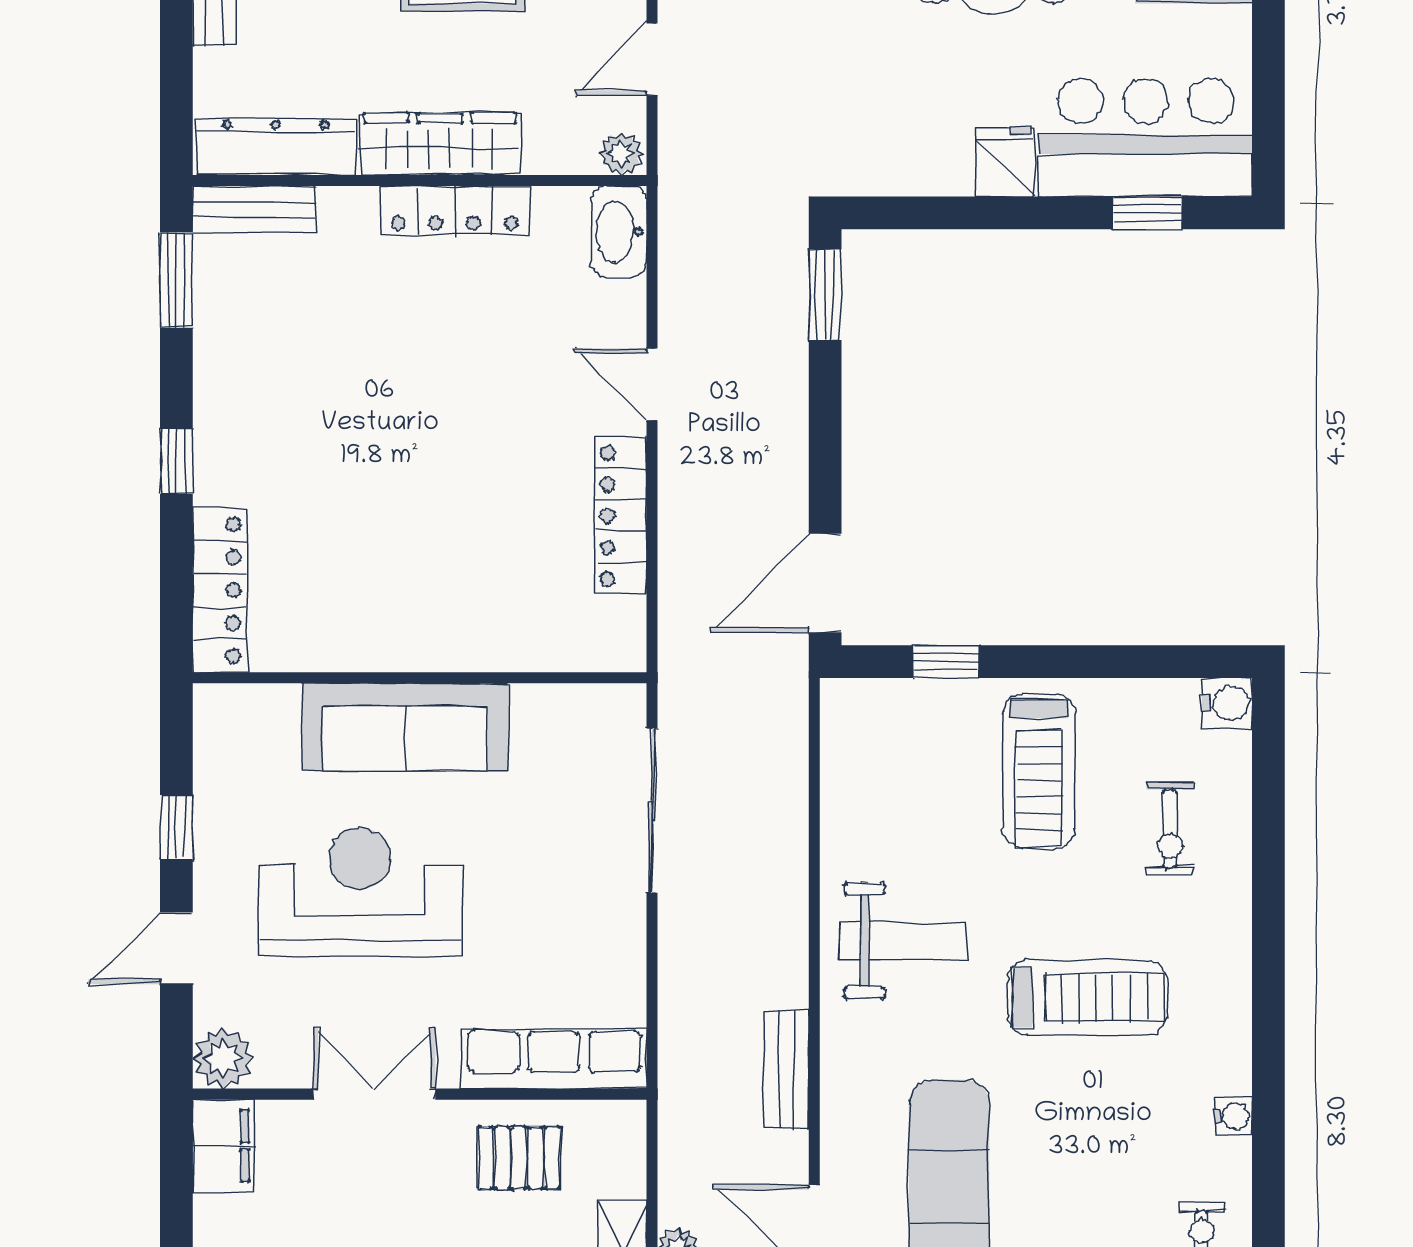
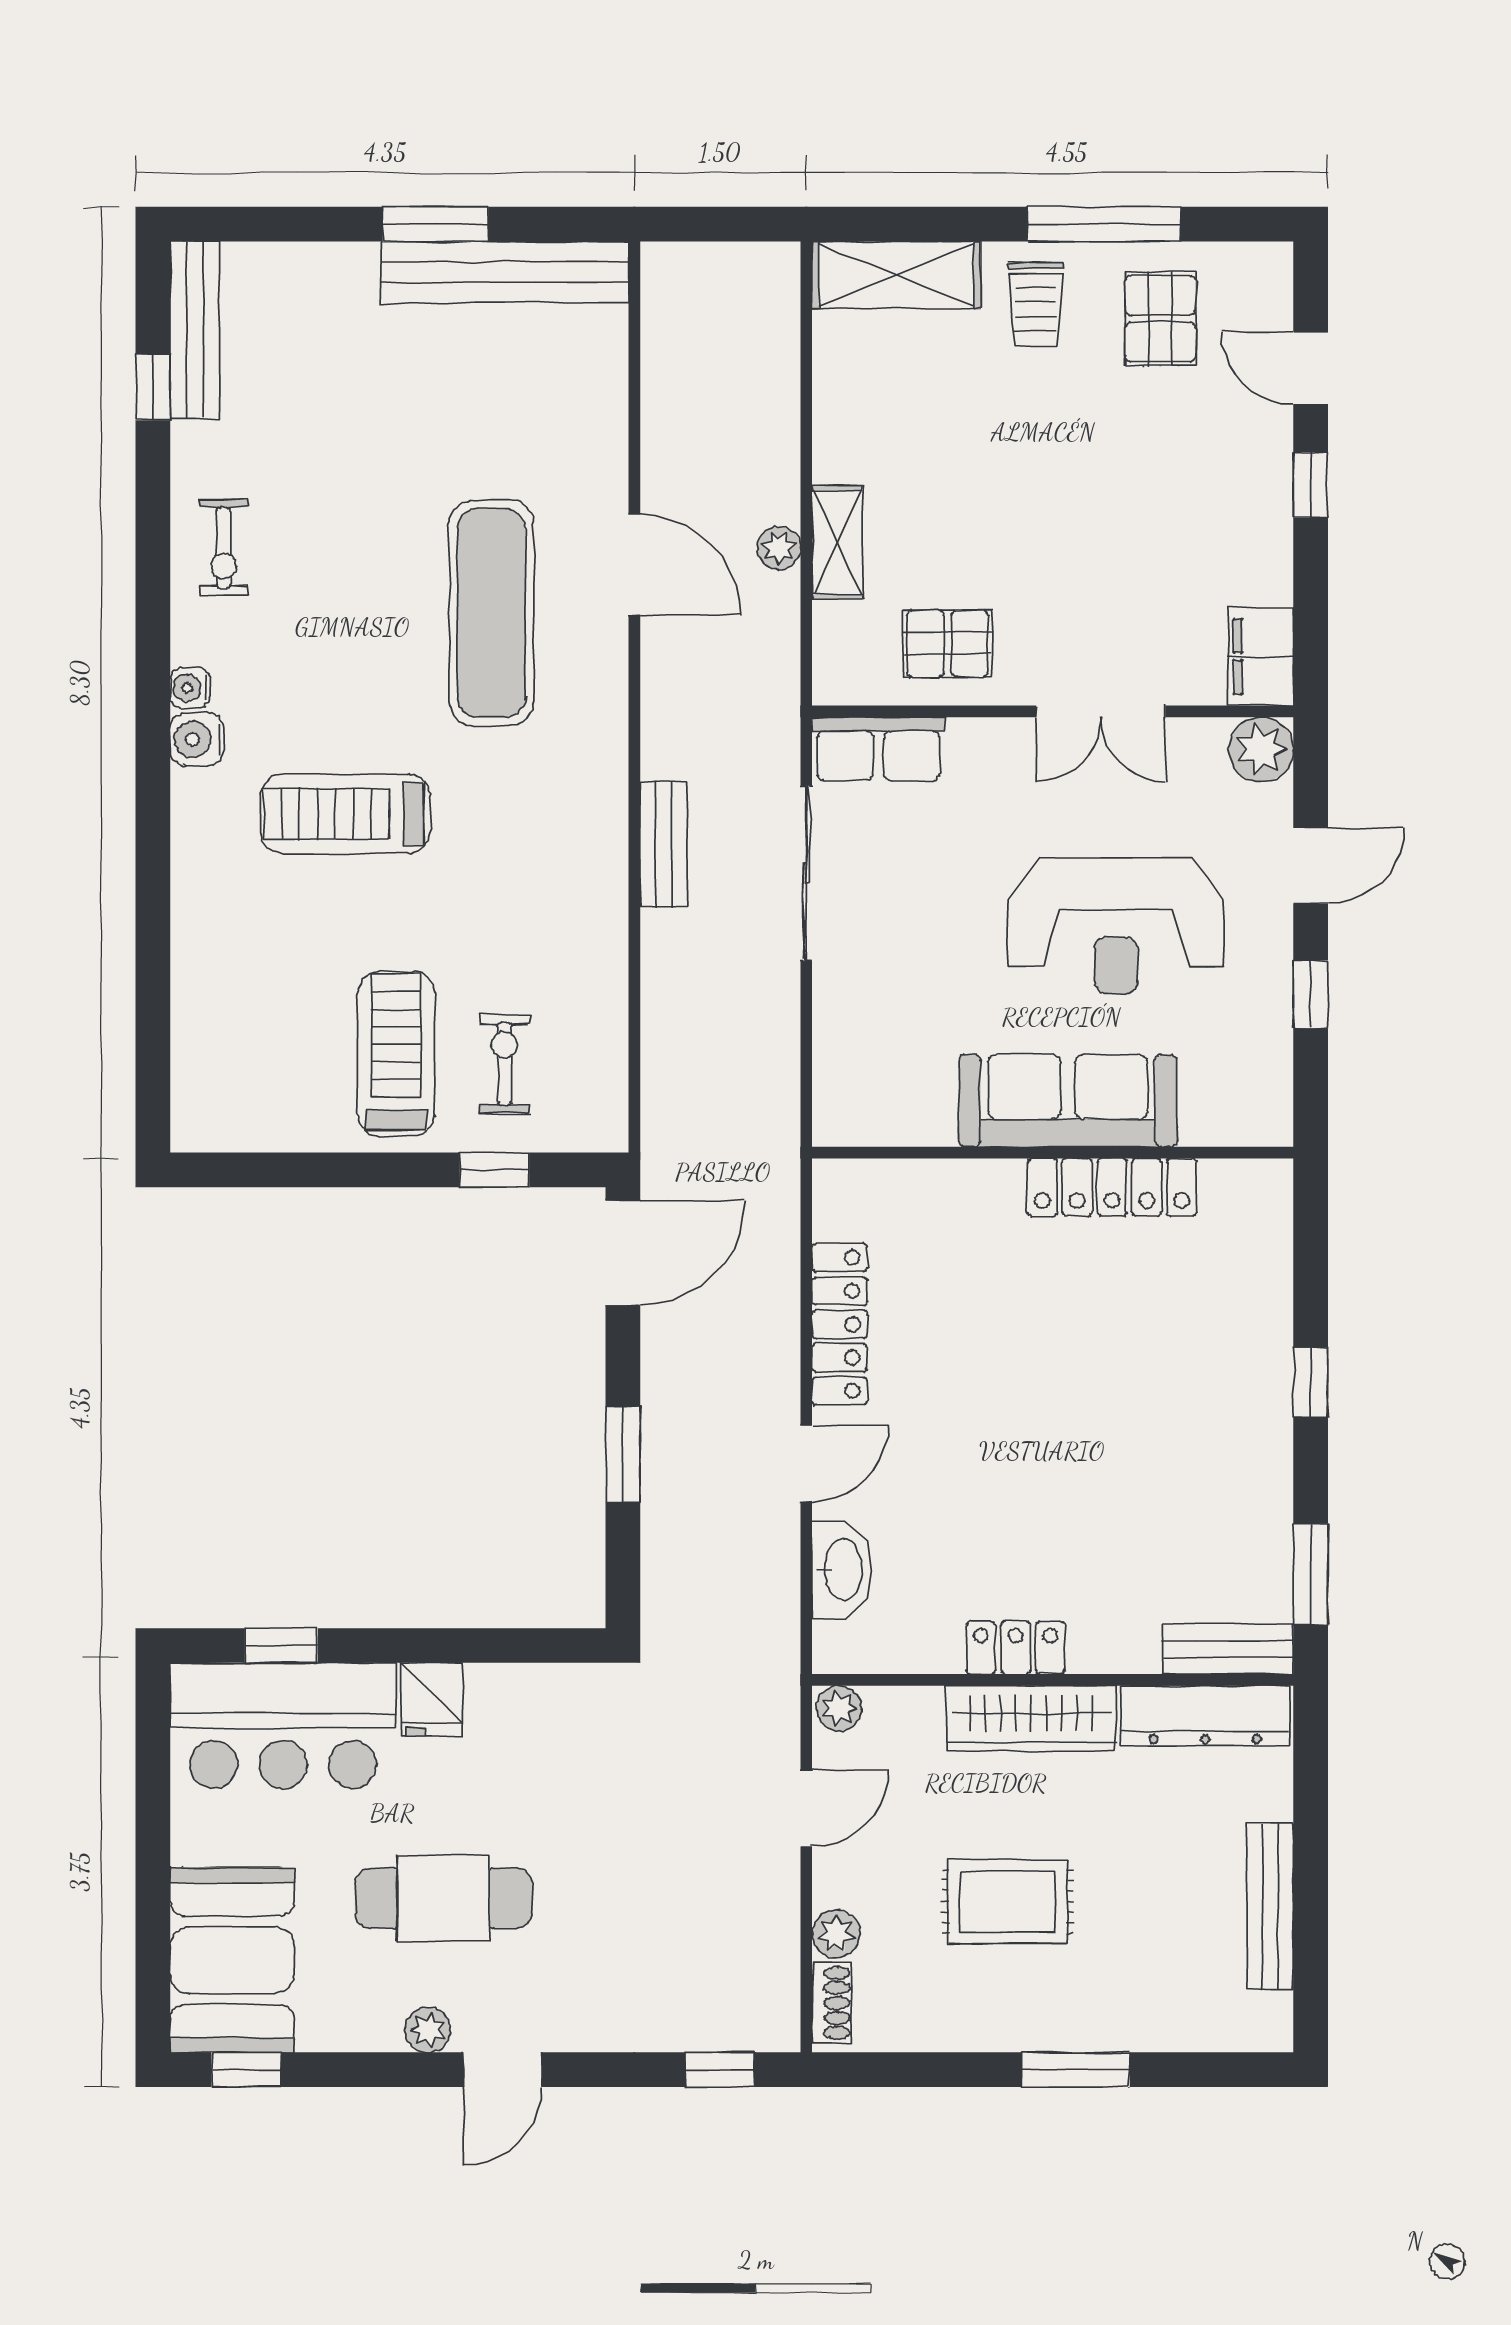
locker: (455, 211) -> (1016, 1648), width x0.66
washbasin: (619, 232) -> (842, 1570), moved
window: (825, 295) -> (623, 1455), moved
door: (652, 384) -> (806, 1464), hinge flipped
locker: (220, 590) -> (1112, 1187), moved, turned -90
water cooler: (1227, 703) -> (197, 739), moved
sliding door: (652, 811) -> (806, 873), moved
exercise bike: (1170, 828) -> (505, 1064), moved
weight bench: (903, 941) -> (541, 874), removed
row of seats: (554, 1059) -> (878, 749), width x0.68
bench: (786, 1070) -> (664, 844), moved

